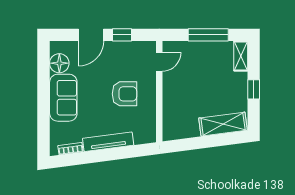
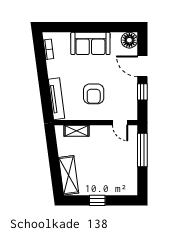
window: (208, 35) -> (142, 150), moved
shelving: (241, 56) -> (77, 131), moved
floor lamp: (59, 63) -> (129, 40), moved
tv unit: (108, 142) -> (57, 99), moved

